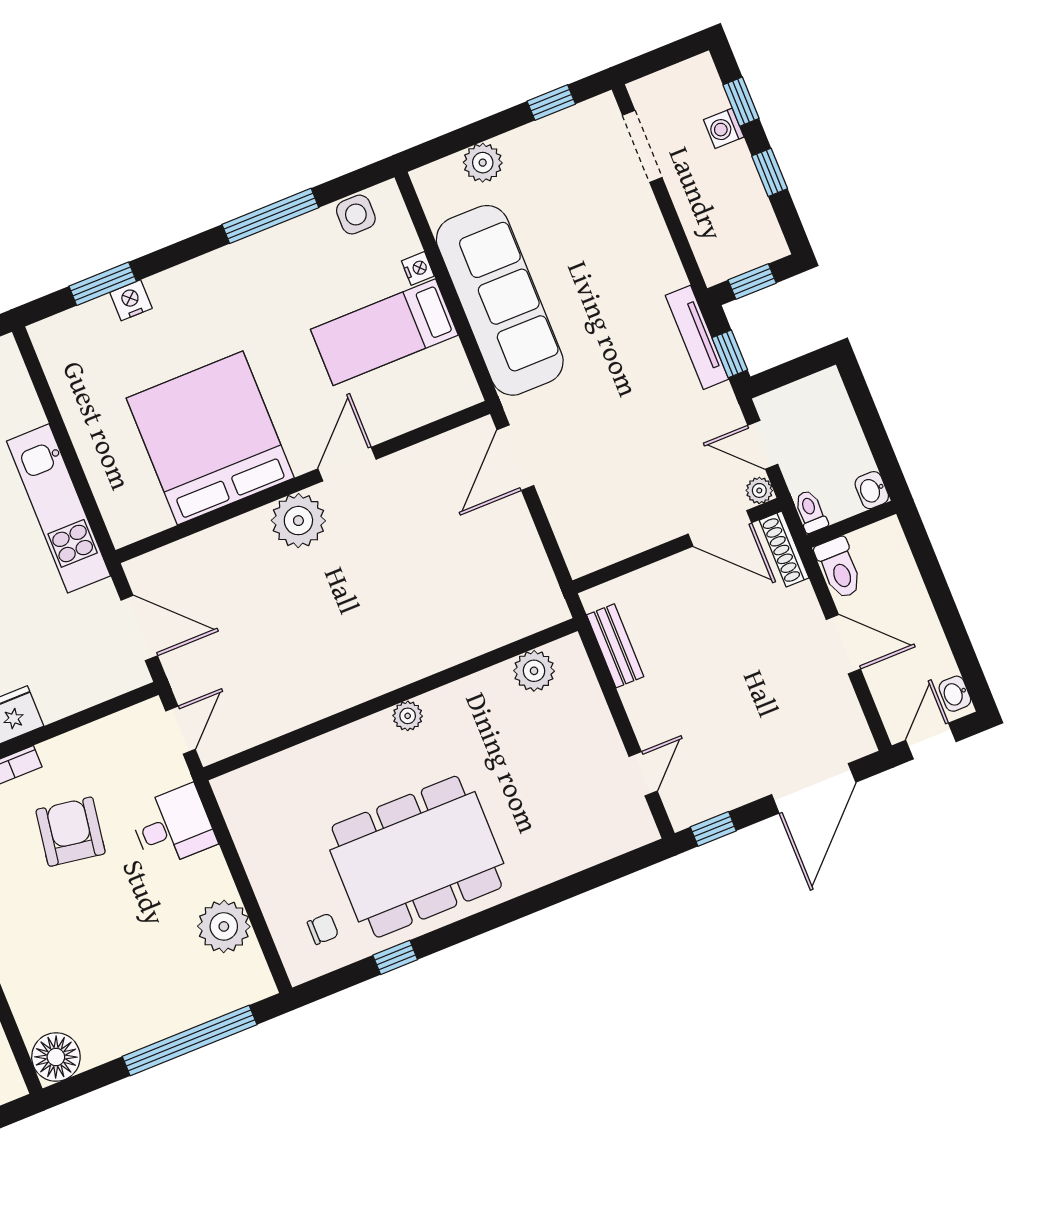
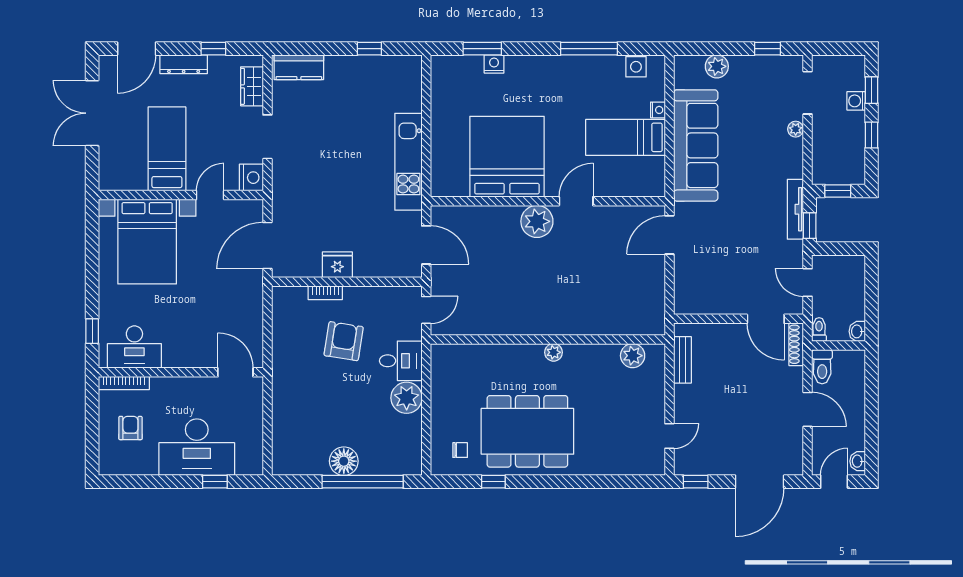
plant: (759, 490) -> (796, 129), moved
plant: (224, 926) -> (407, 398), moved
floor lamp: (56, 1057) -> (344, 461), moved

